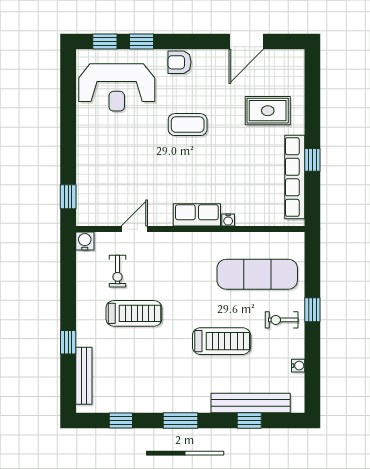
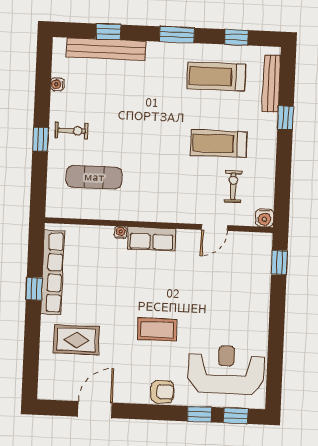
exercise mat: (257, 274) -> (94, 177), width x0.73, depth x0.69
treadmill: (222, 341) -> (216, 76), moved

